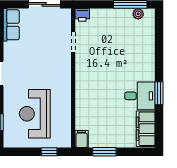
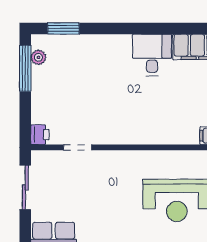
window: (159, 93) -> (63, 28), moved

